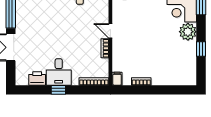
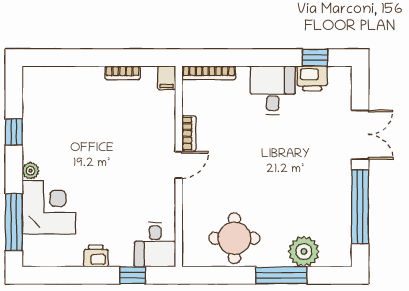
door: (110, 31) -> (179, 165), hinge flipped
plant: (188, 32) -> (31, 171), width x0.53, depth x0.53
window: (58, 90) -> (315, 58), moved

